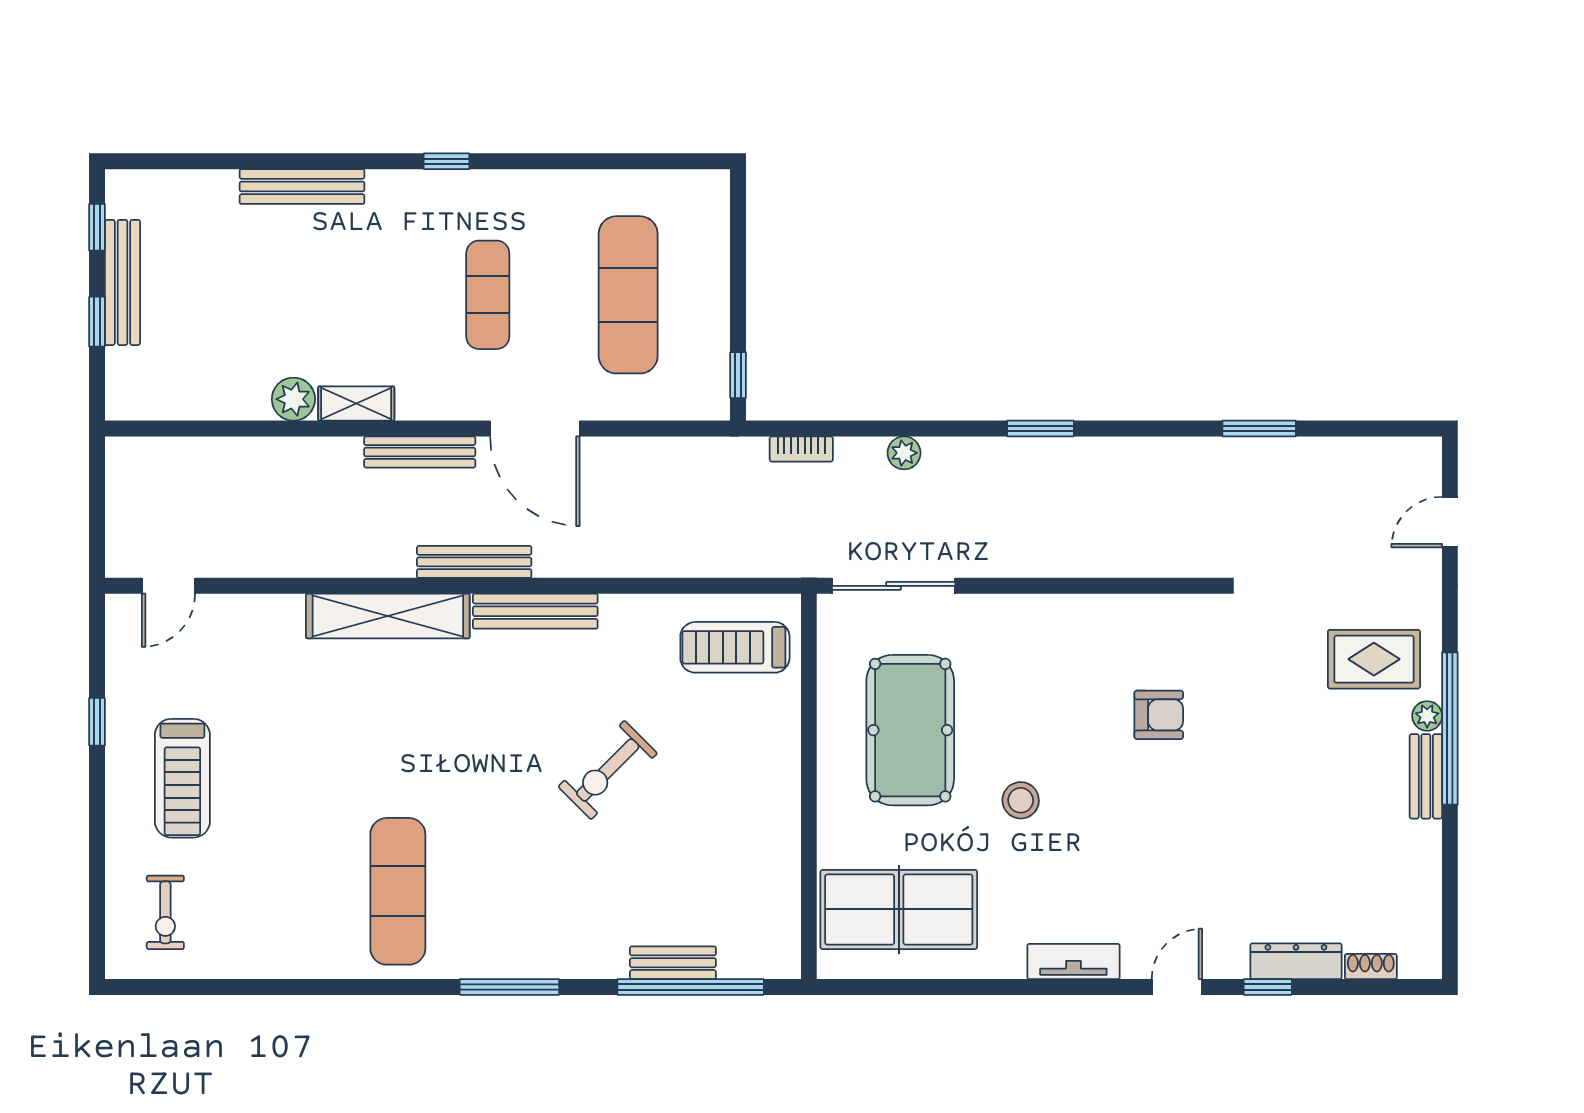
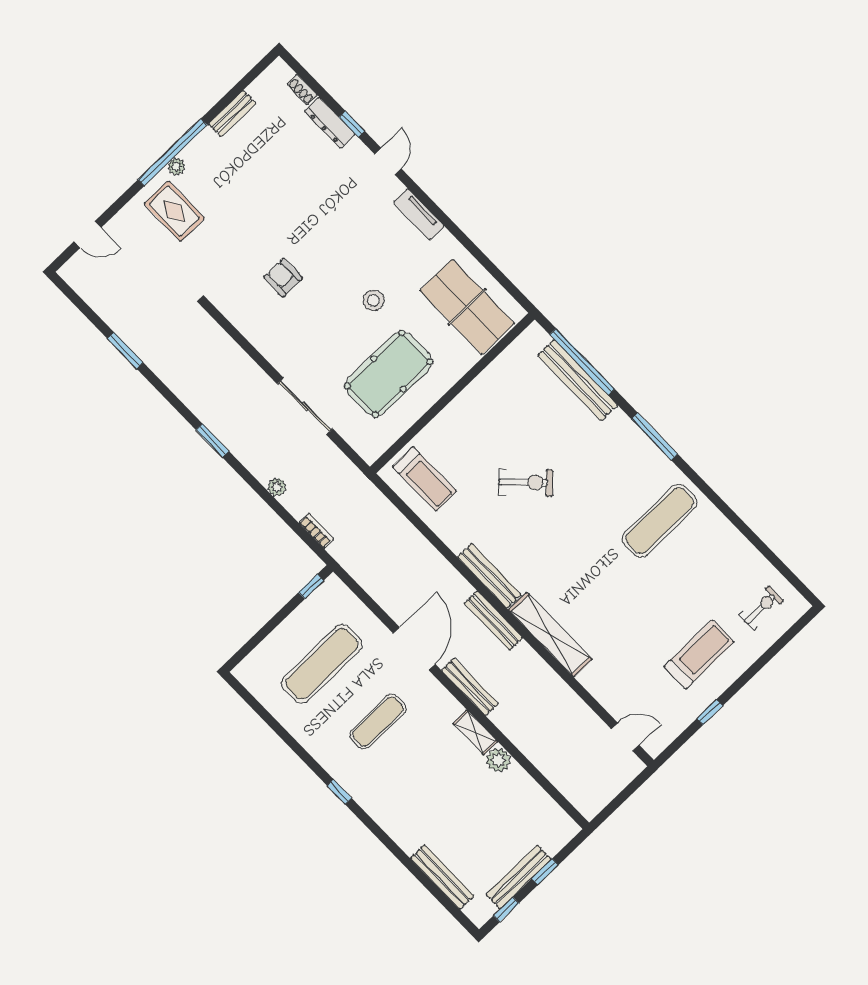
bench: (302, 186) -> (442, 877), moved
sliding door: (894, 586) -> (305, 406), moved
bench: (1426, 776) -> (232, 114), moved
bench: (673, 963) -> (578, 380), width x1.86, depth x1.21
door: (1177, 987) -> (388, 161), swing flipped

